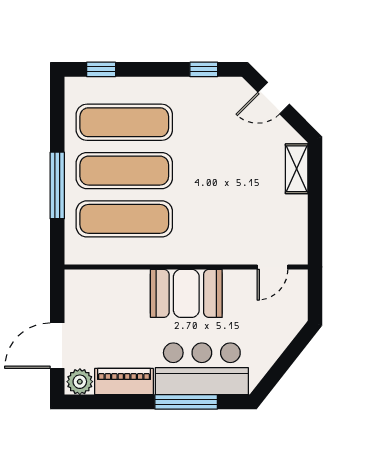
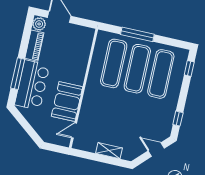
door: (274, 98) -> (156, 150), hinge flipped
shelving: (297, 169) -> (109, 151), moved
door: (272, 267) -> (74, 130), hinge flipped
booth: (186, 293) -> (67, 102), moved

